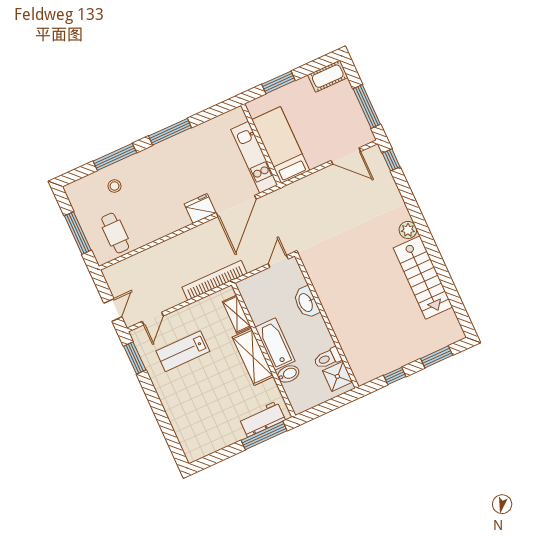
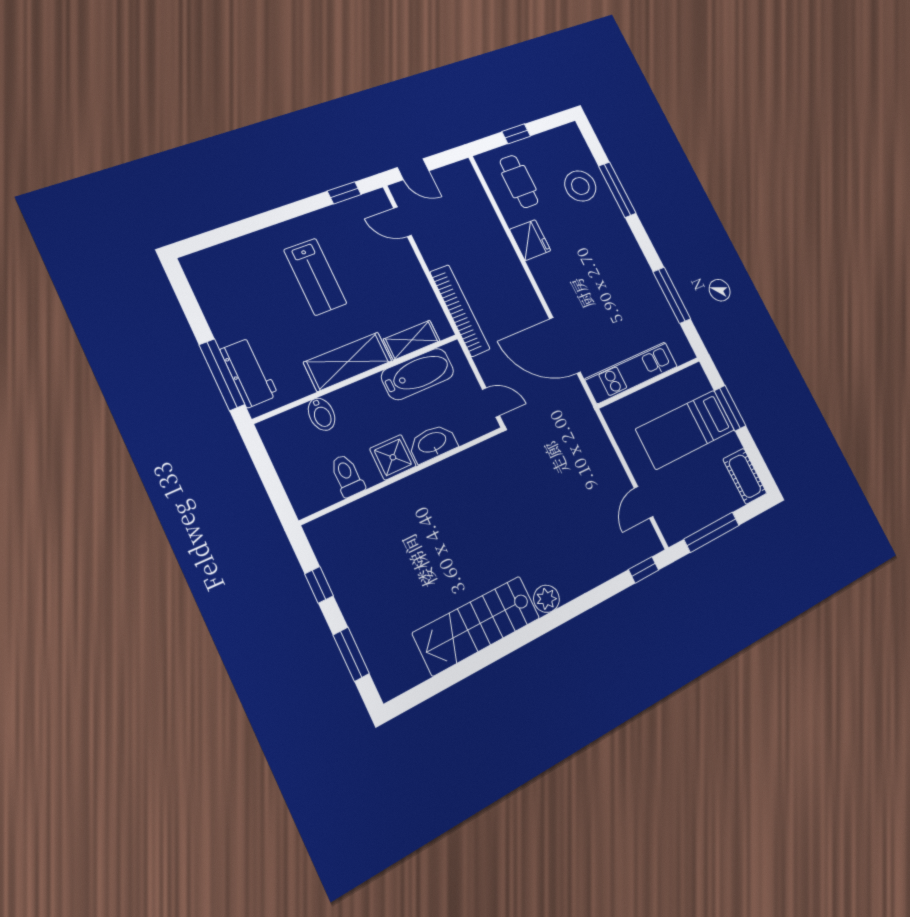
window: (170, 132) -> (672, 295), moved
bed: (281, 145) -> (685, 429), moved, turned 180
door: (346, 156) -> (644, 502), width x0.73
stool: (114, 186) -> (580, 186), width x1.89, depth x1.89
fridge: (200, 209) -> (530, 240), moved
window: (78, 233) -> (516, 134), width x0.46
cafe table: (115, 233) -> (519, 182), turned 90
bathtub: (275, 344) -> (418, 374), moved
lab bench: (183, 351) -> (315, 277), moved, turned 180
window: (135, 358) -> (344, 193), width x0.67
shower: (337, 376) -> (393, 457), moved

